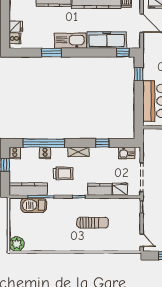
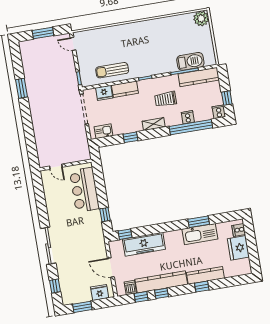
fridge: (16, 27) -> (238, 248), width x1.88, depth x1.34
kitchen sink: (70, 41) -> (200, 234), moved
sun lounger: (93, 223) -> (112, 70), moved

